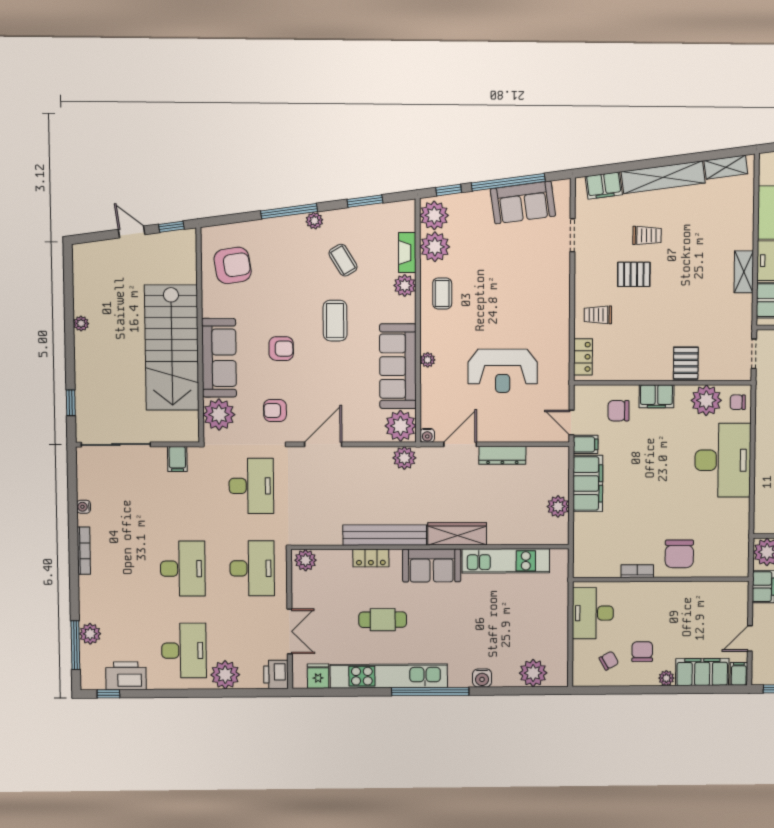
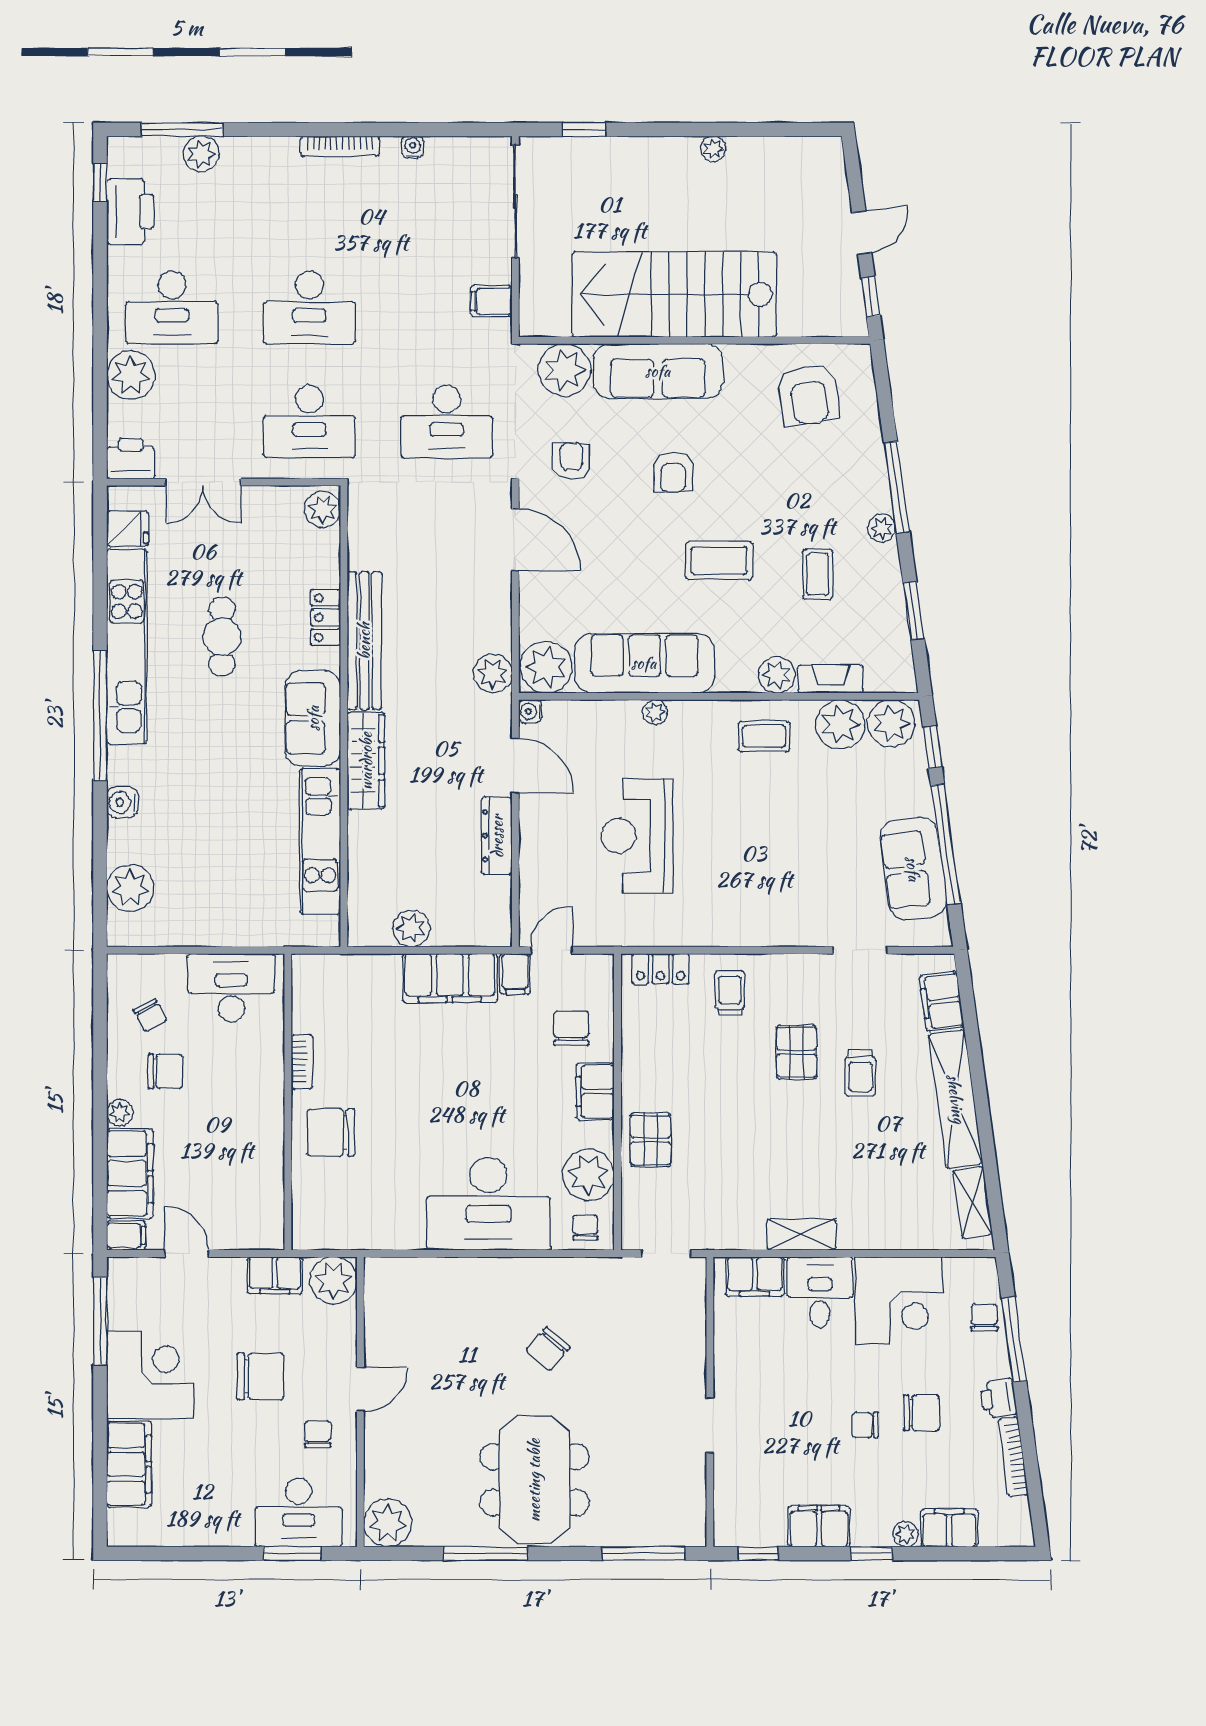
coffee table: (343, 260) -> (818, 574), turned -59
pallet: (686, 363) -> (650, 1140), turned 90

